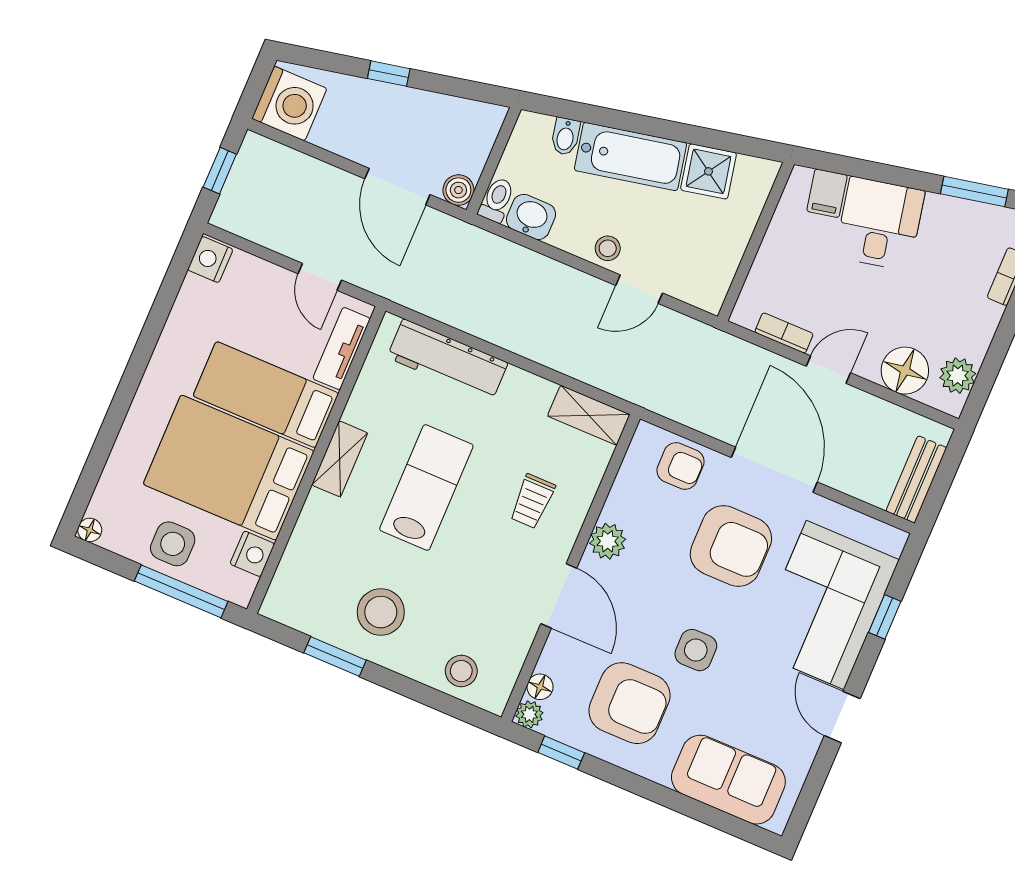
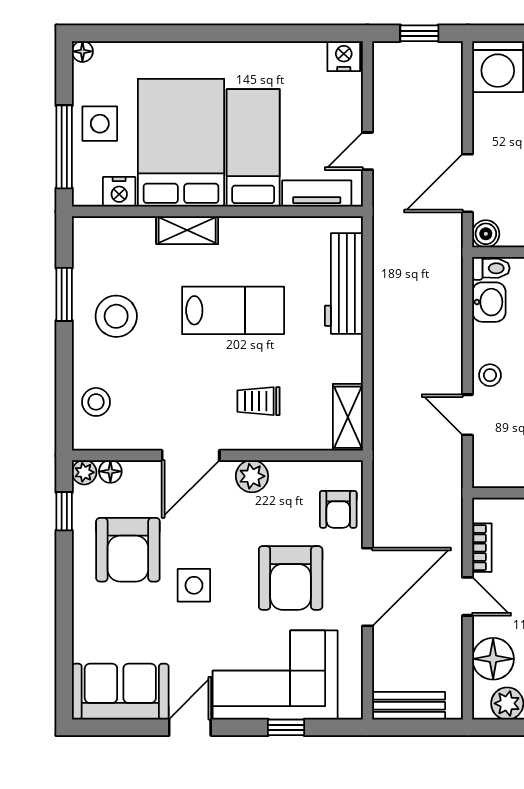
shelving: (340, 459) -> (187, 230), moved
sofa: (728, 780) -> (120, 692), moved, turned -90

